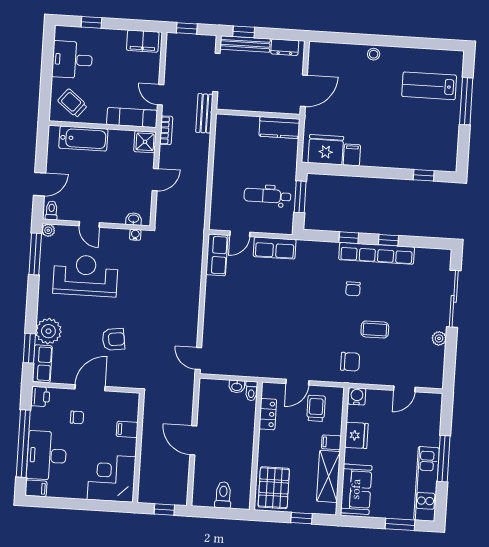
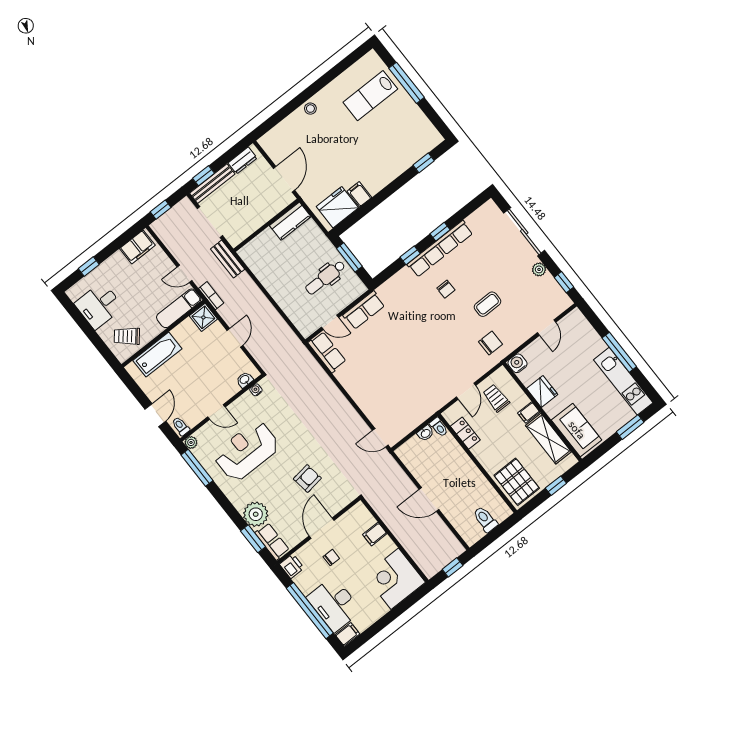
door: (240, 234) -> (330, 322), hinge flipped
window: (450, 366) -> (564, 282), added

